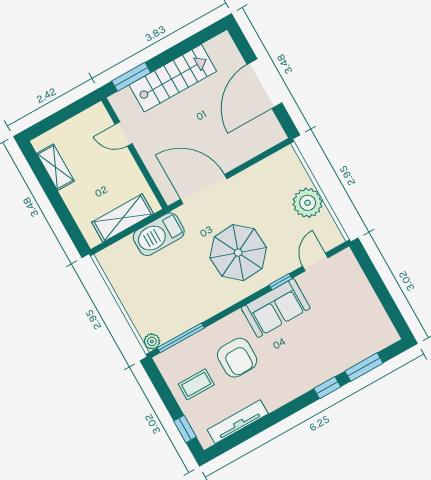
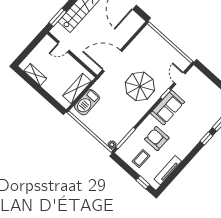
plant: (308, 203) -> (166, 50), removed
barbecue: (159, 234) -> (87, 102), moved
armchair: (237, 358) -> (157, 139), turned 180

